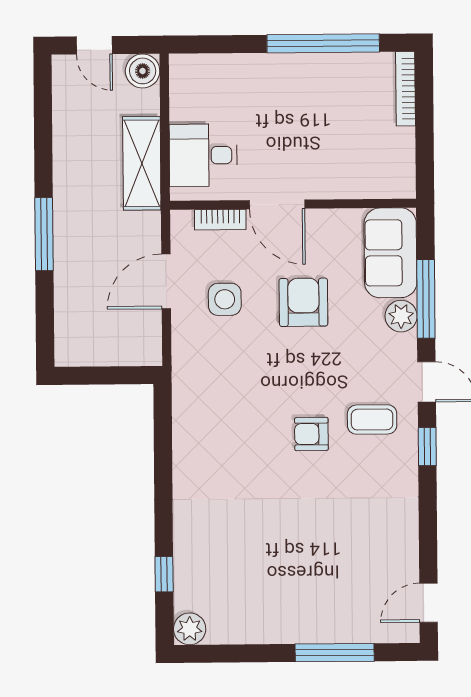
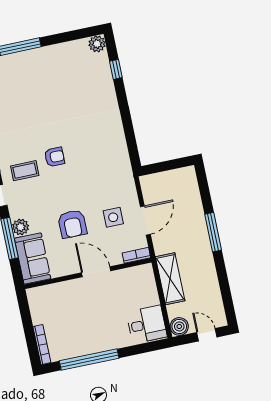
desk: (203, 155) -> (147, 324), moved
bookcase: (220, 220) -> (136, 255), moved

